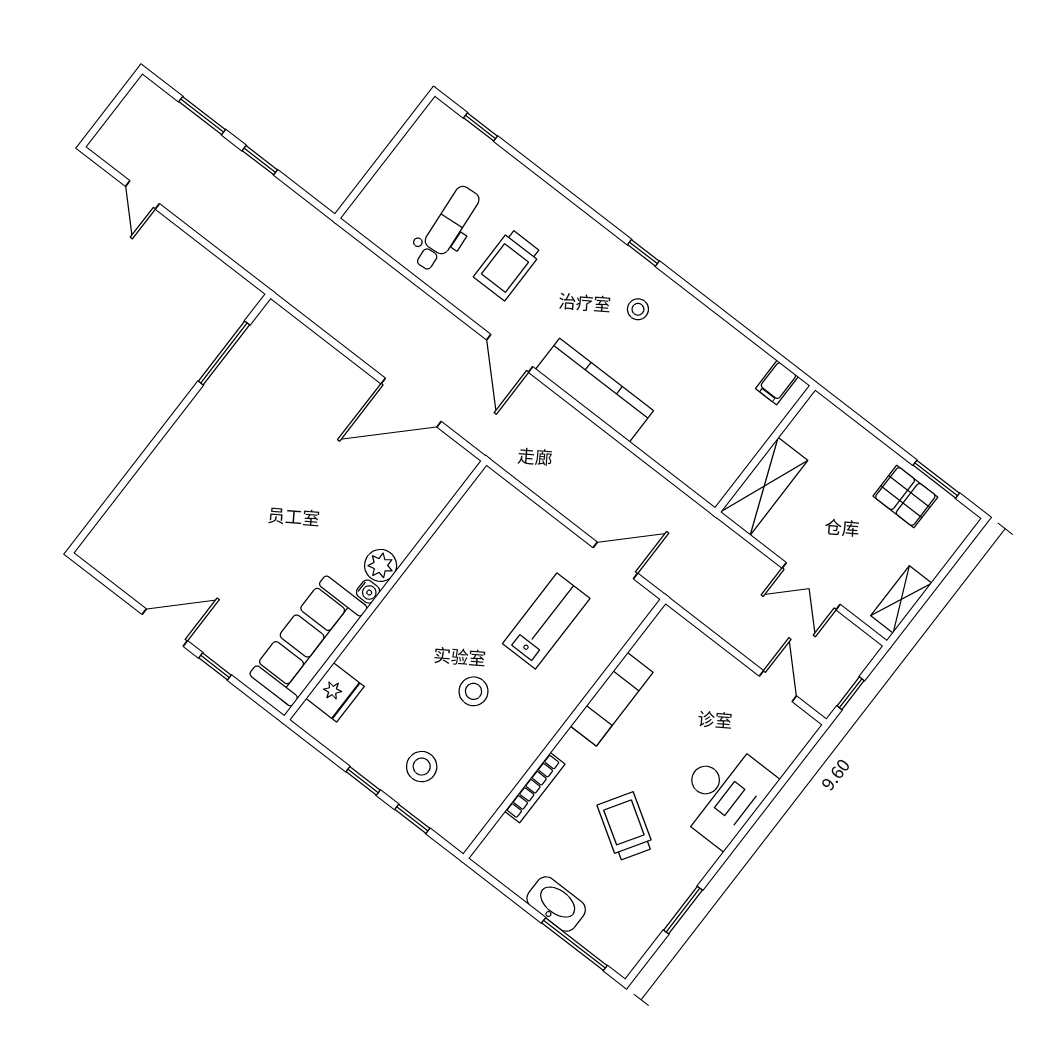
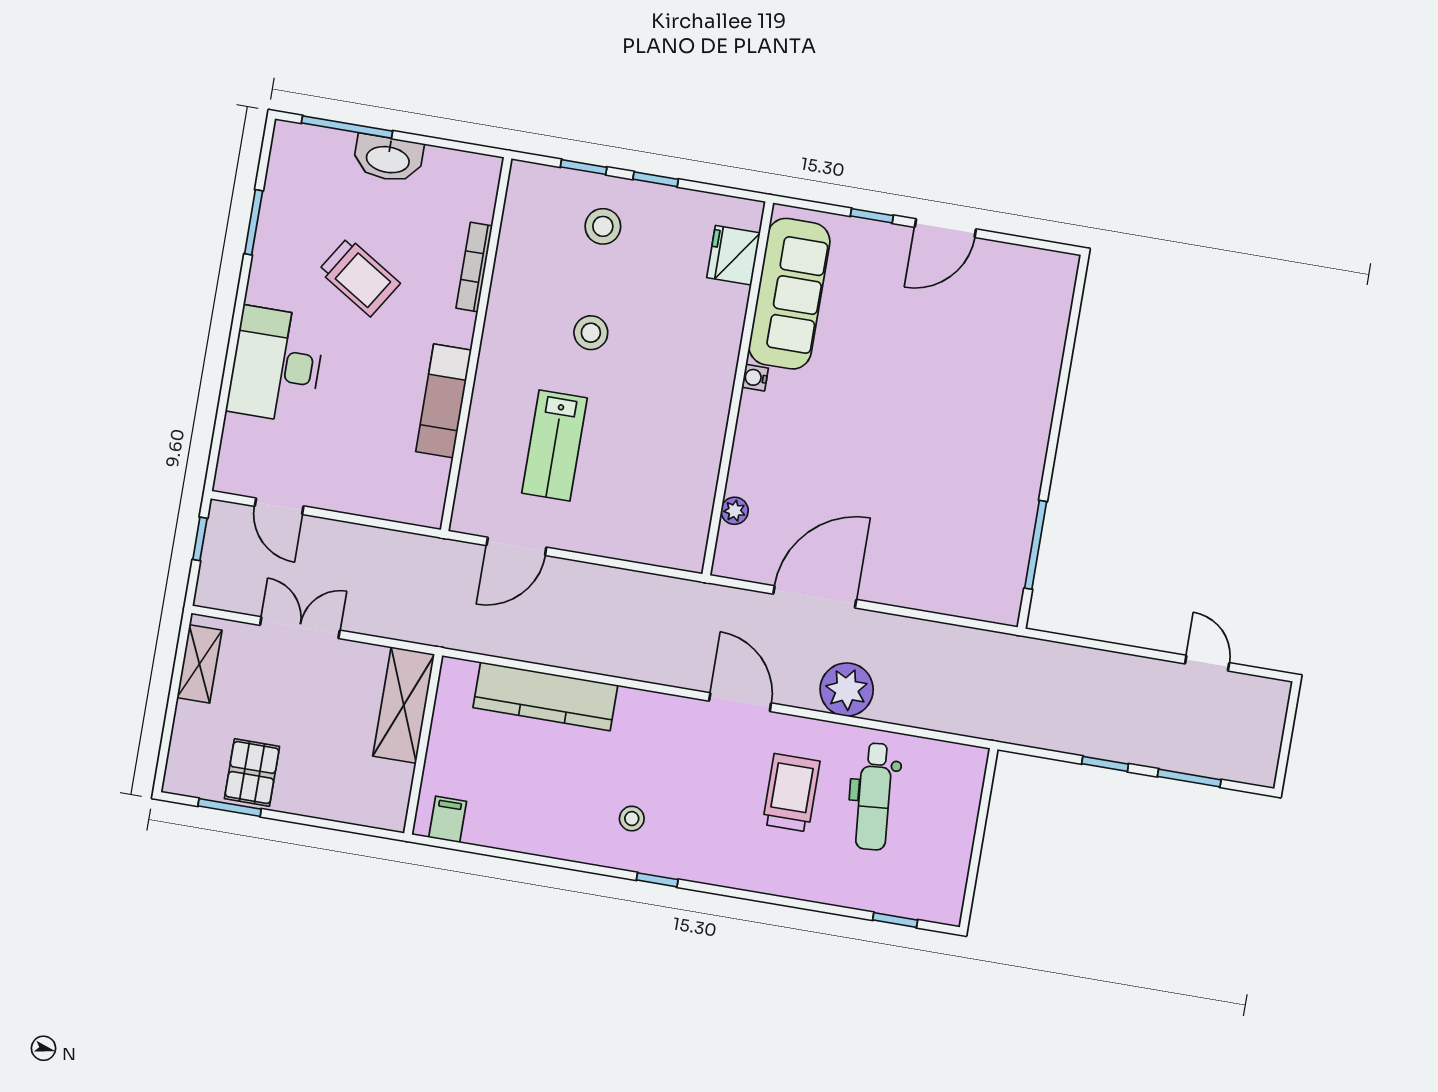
plant: (424, 320) -> (847, 690), added
kitchen counter: (595, 390) -> (545, 696), moved
pallet: (905, 497) -> (252, 772), turned 90
plant: (381, 565) -> (735, 511), moved, width x0.73, depth x0.73

